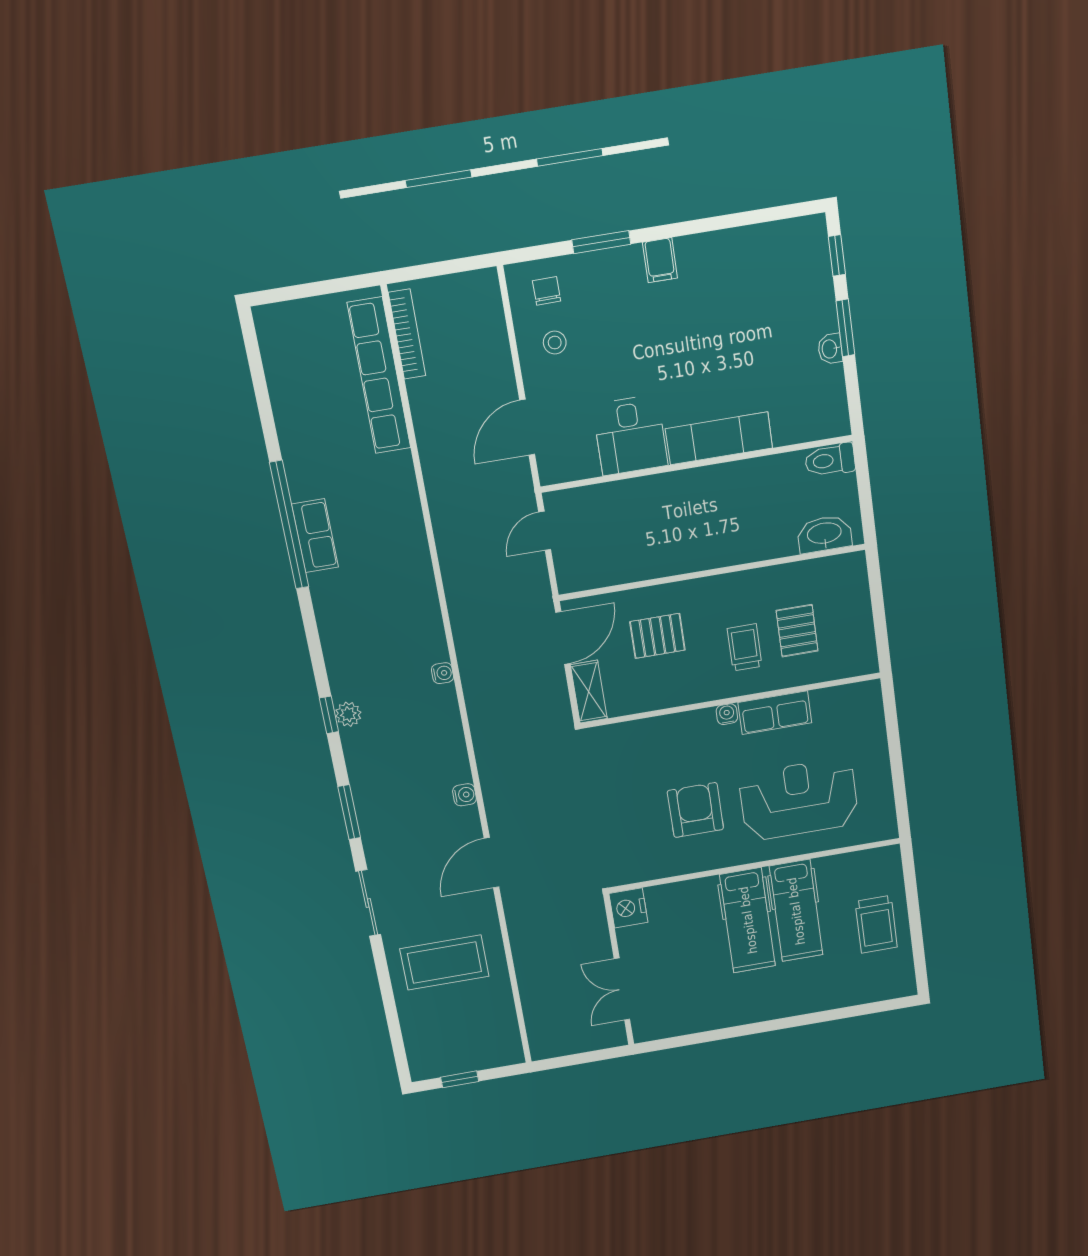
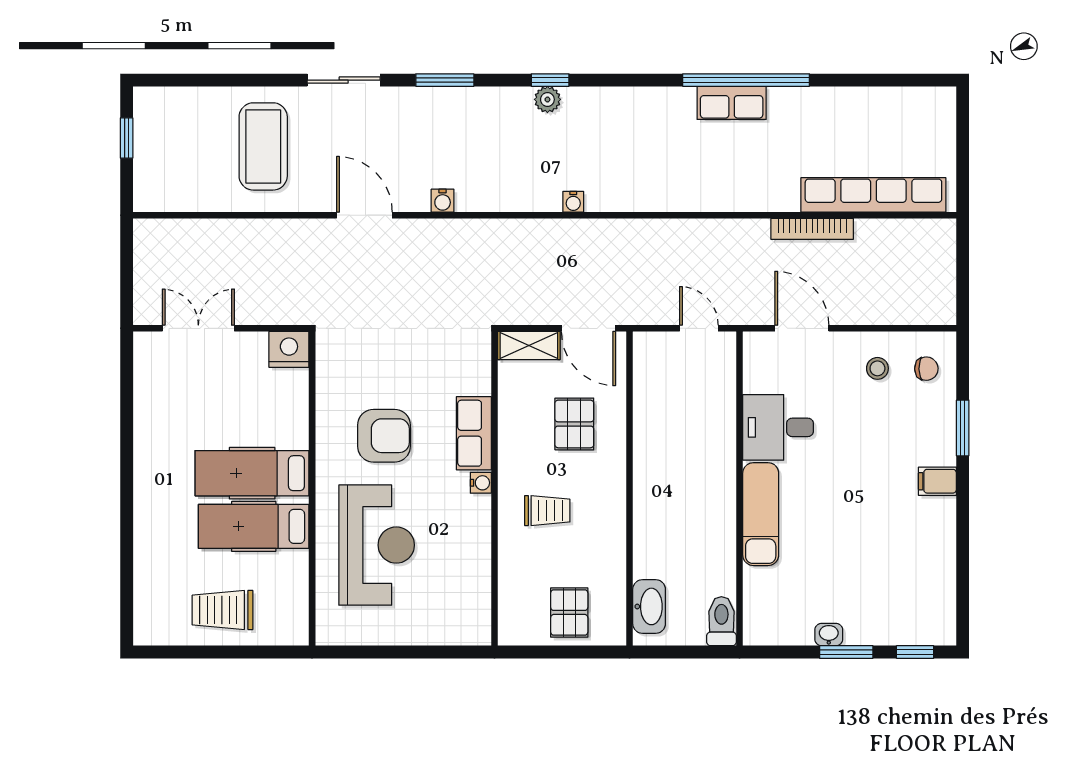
bookcase: (407, 334) -> (812, 229), moved
pallet: (797, 631) -> (569, 612), moved, turned 90
row of seats: (775, 713) -> (474, 433), moved

